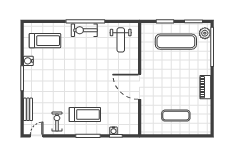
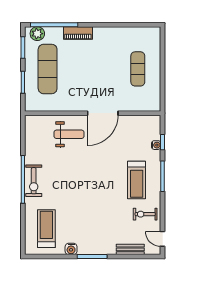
weight bench: (121, 40) -> (69, 134), moved
piano: (205, 87) -> (78, 33), moved
treadmill: (85, 115) -> (137, 180), turned 180

